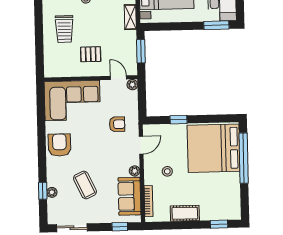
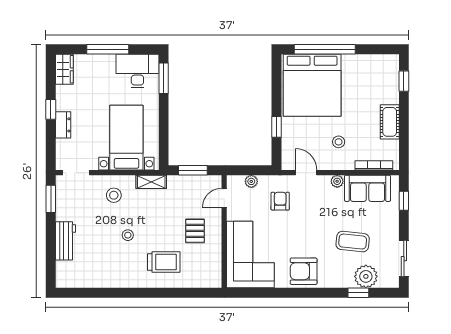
plant: (132, 85) -> (251, 181), moved
coffee table: (85, 185) -> (353, 242), turned 31
plant: (52, 192) -> (366, 276), width x1.88, depth x1.88

